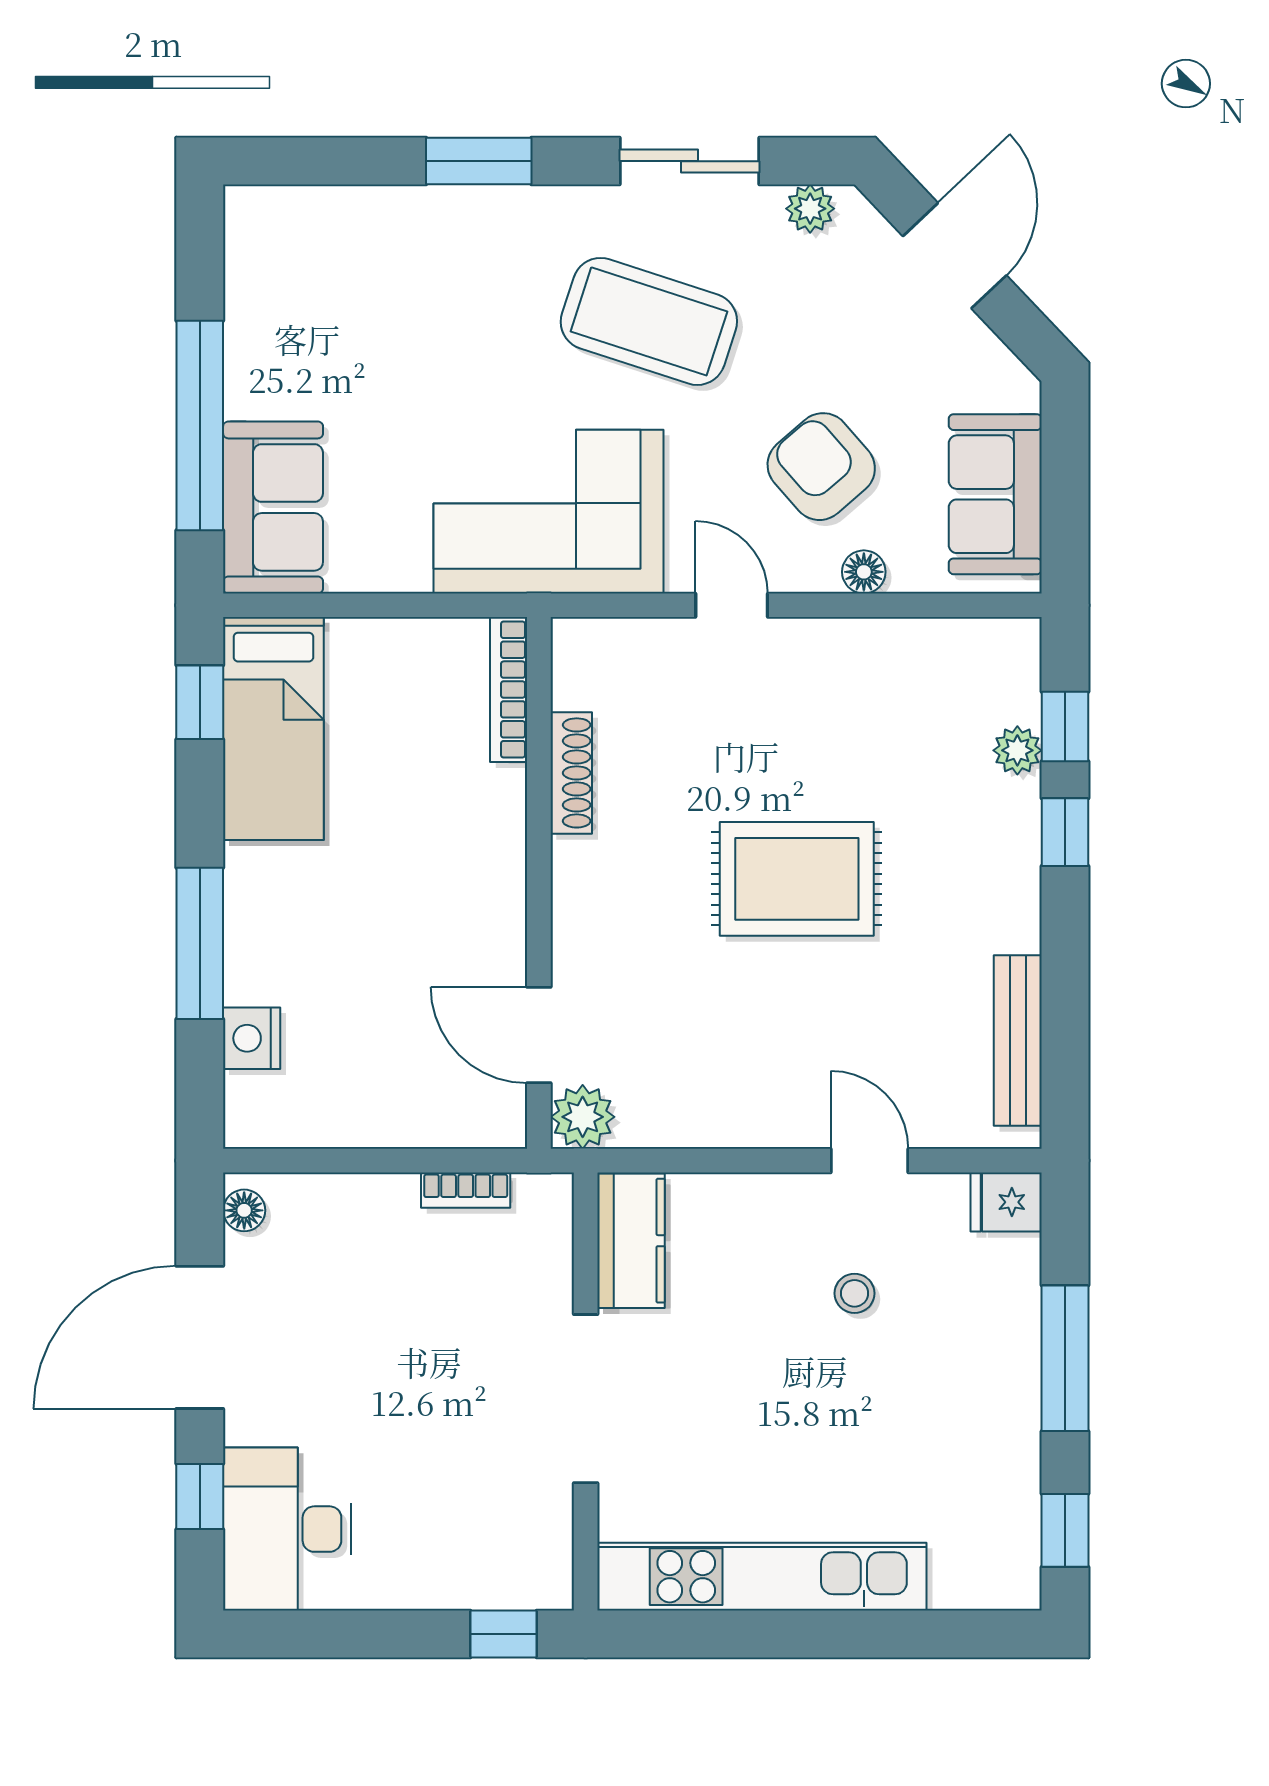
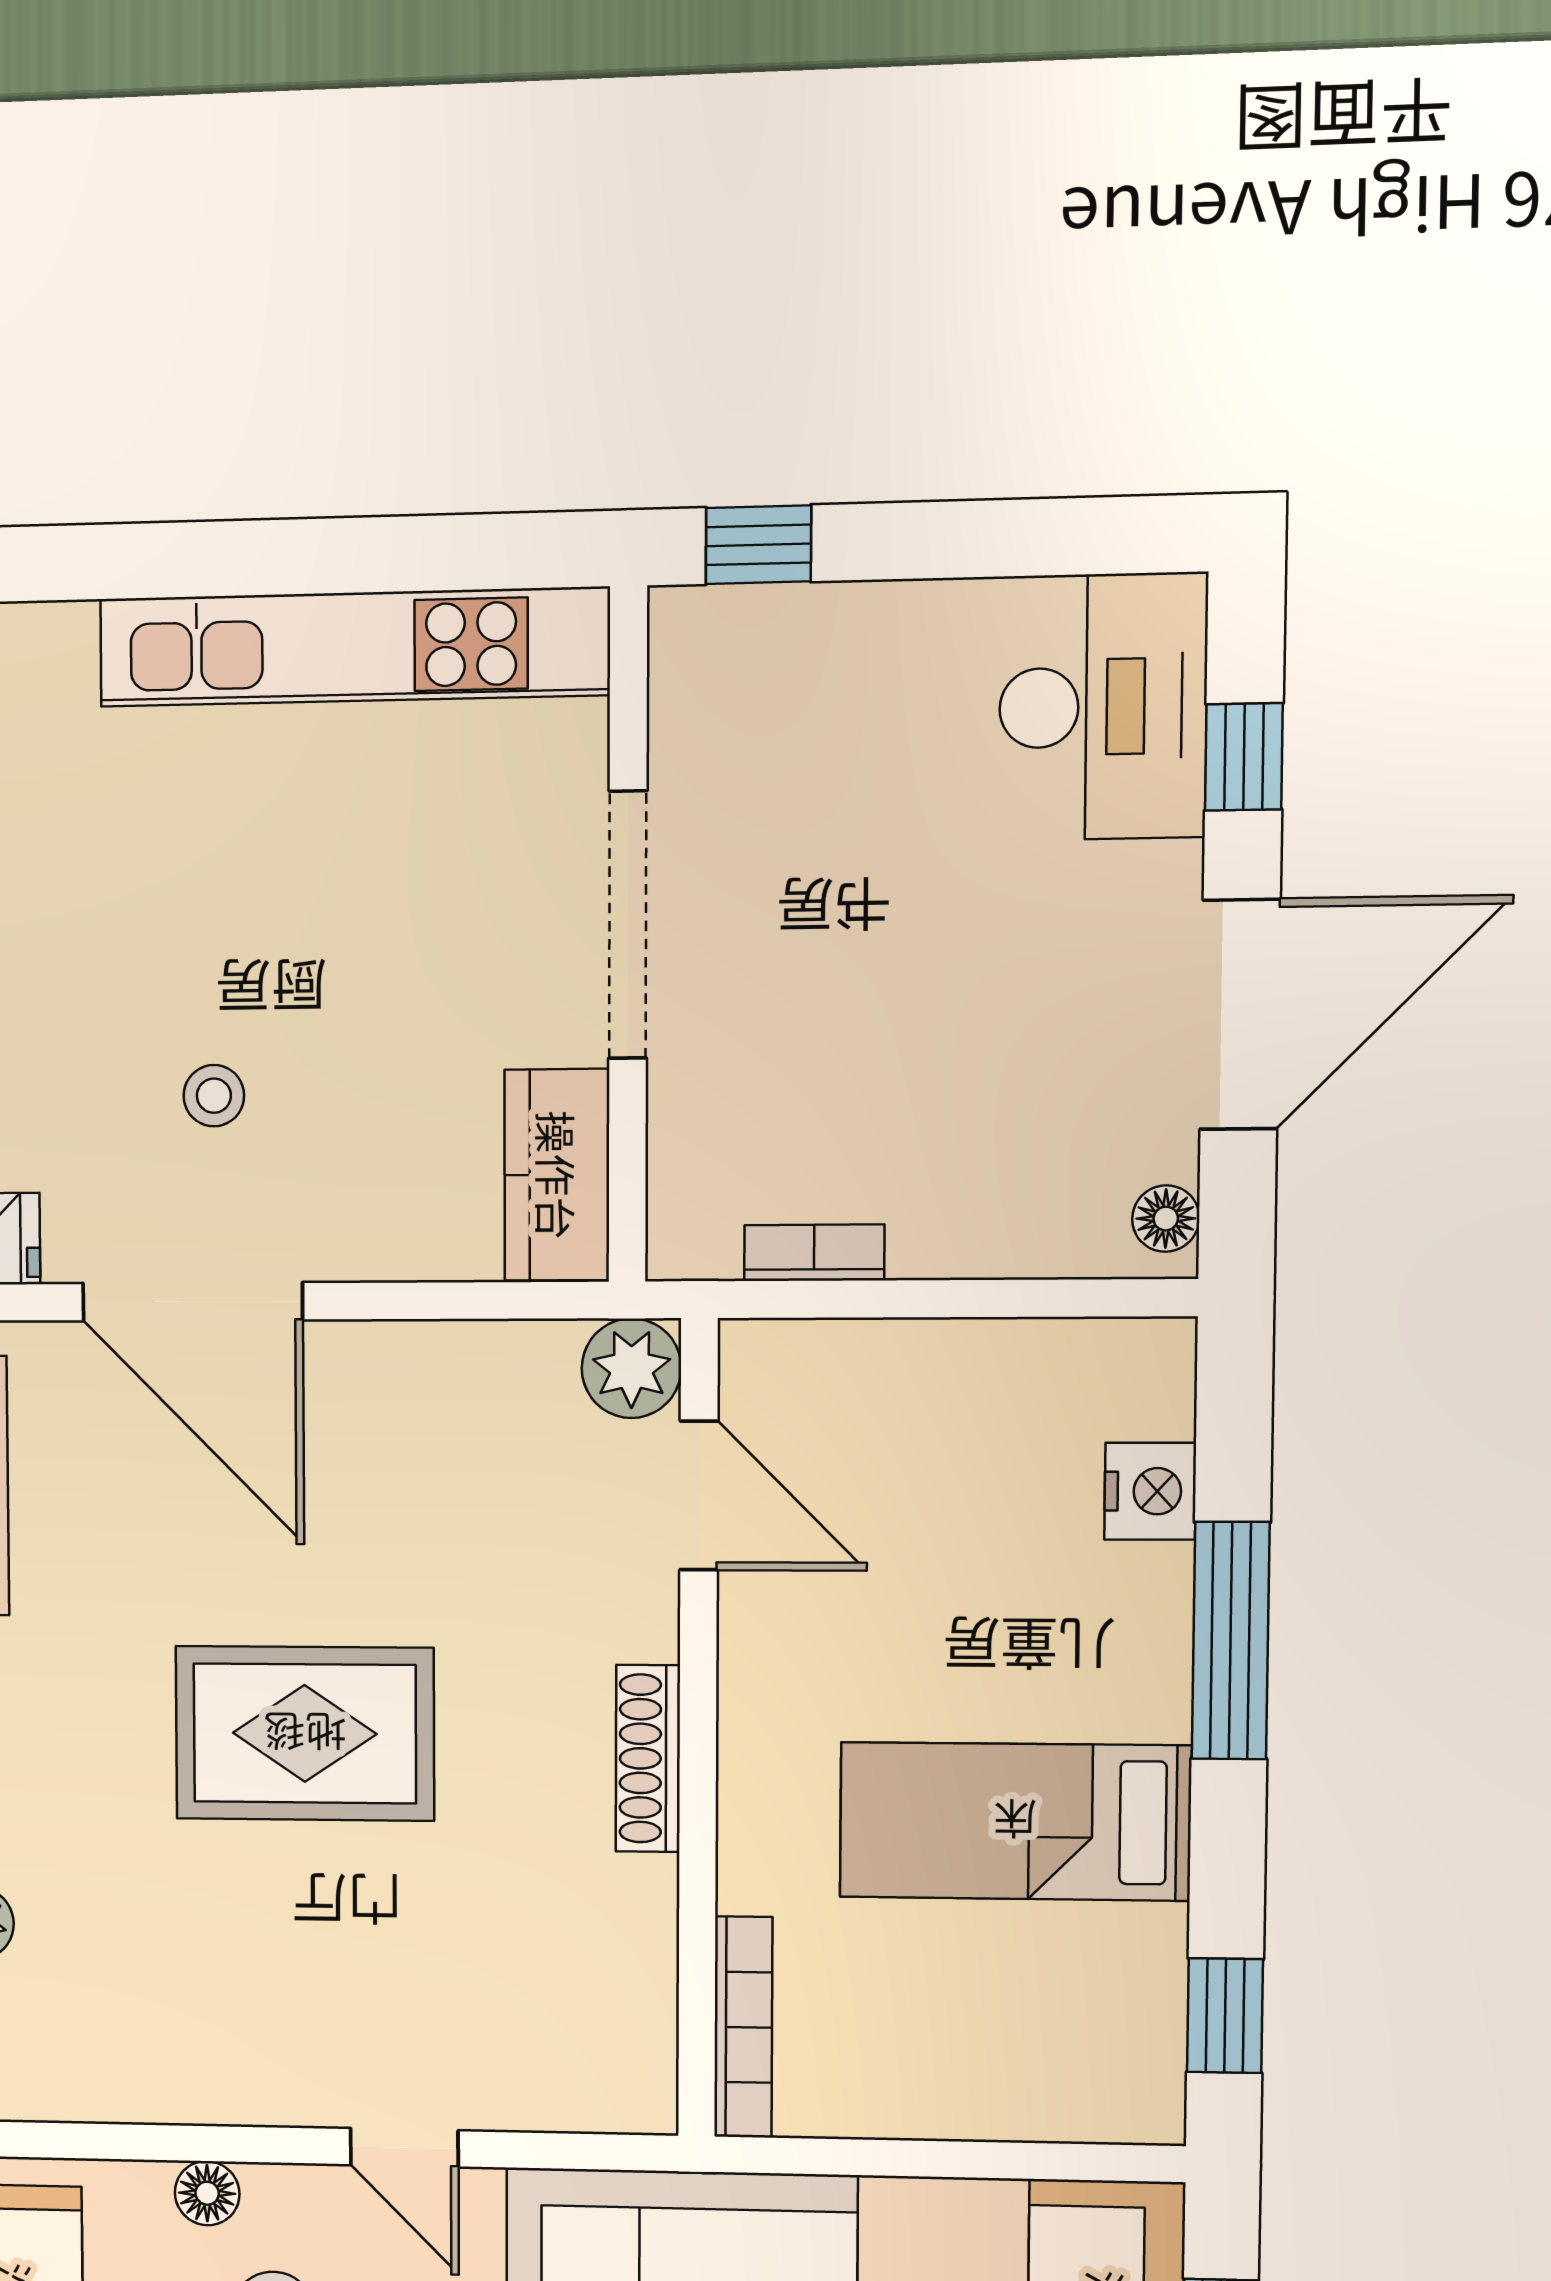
bed: (273, 729) -> (1015, 1821), moved, turned -90
shoe rack: (571, 773) -> (648, 1758), moved
door: (869, 1161) -> (193, 1302), width x1.88

